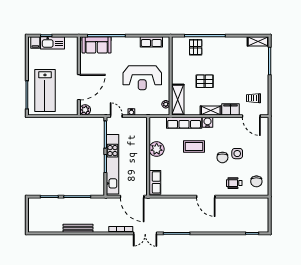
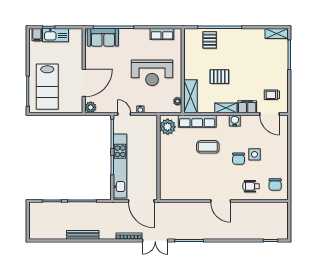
water cooler: (207, 122) -> (235, 121), moved
plant: (157, 149) -> (168, 127), moved
row of seats: (155, 182) -> (166, 185), removed

